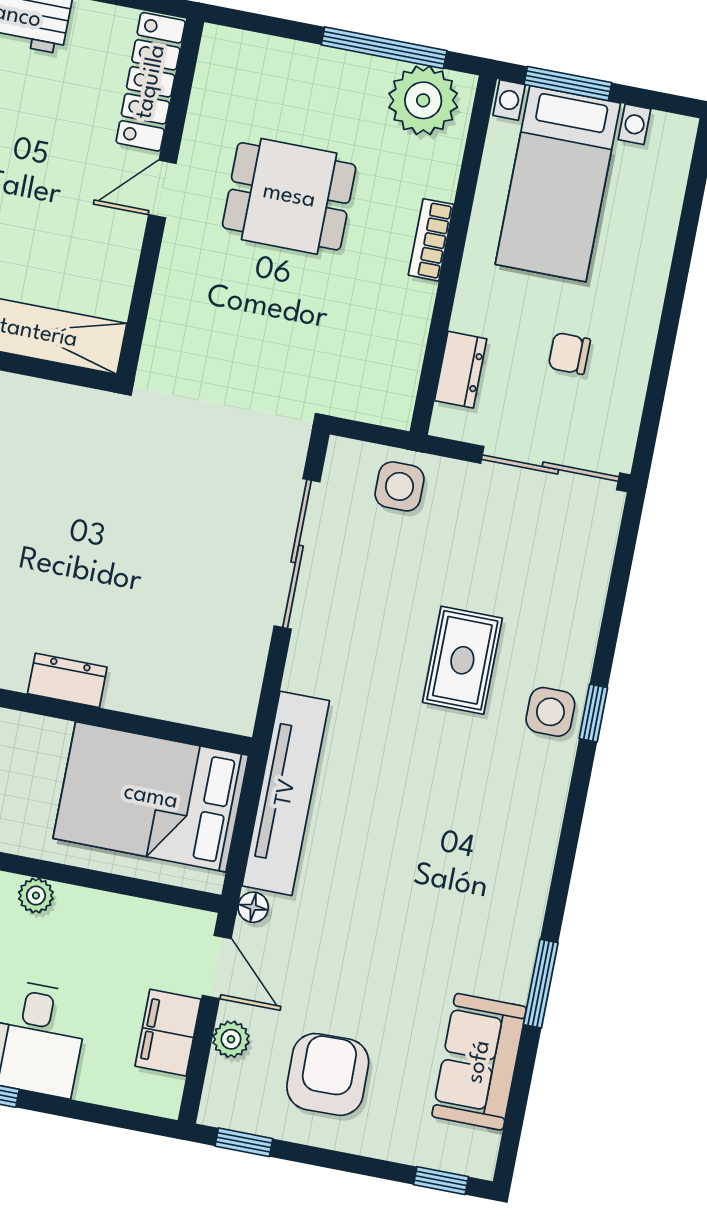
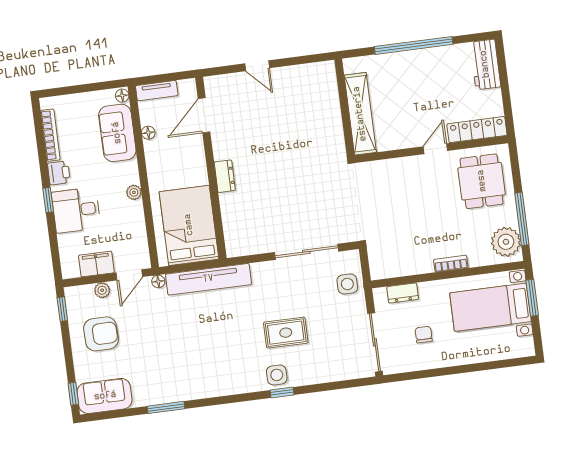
door: (162, 189) -> (435, 149), hinge flipped
dining table: (289, 196) -> (482, 181), moved
sofa: (479, 1062) -> (105, 396), moved

